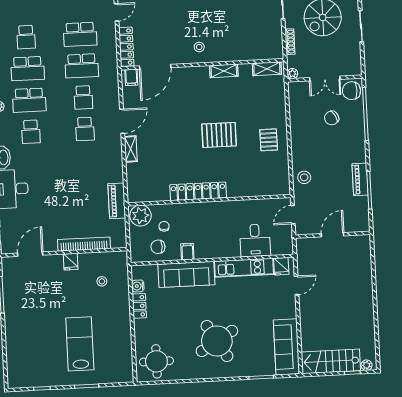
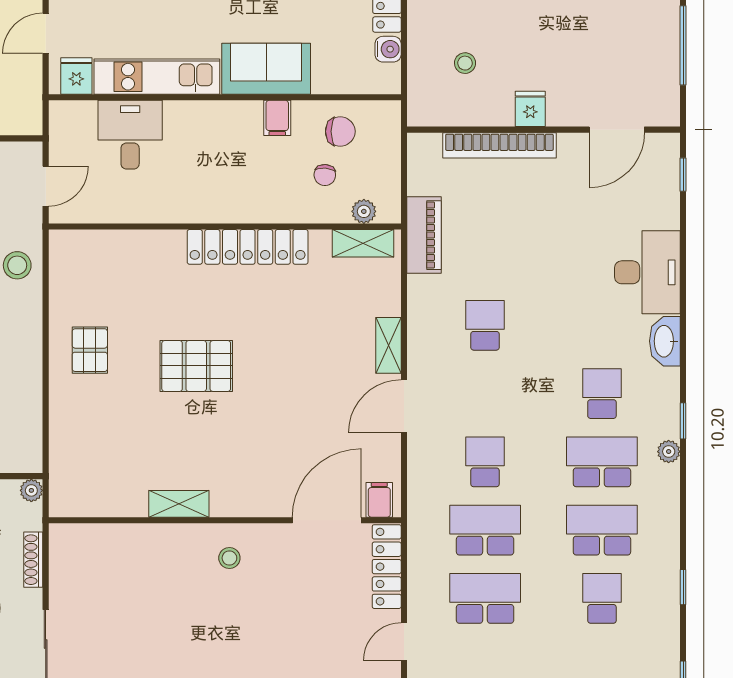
shelving: (267, 69) -> (363, 243), moved
school desk: (85, 129) -> (485, 325), moved
plant: (141, 216) -> (364, 211), width x0.53, depth x0.53
sofa: (186, 274) -> (266, 69), width x0.73

